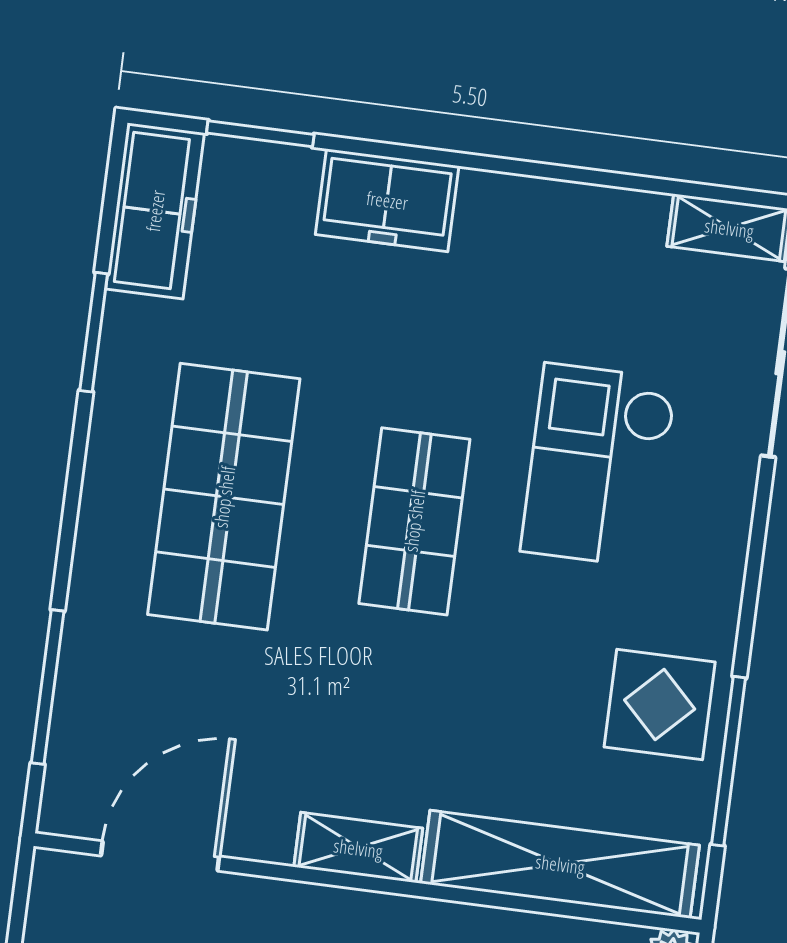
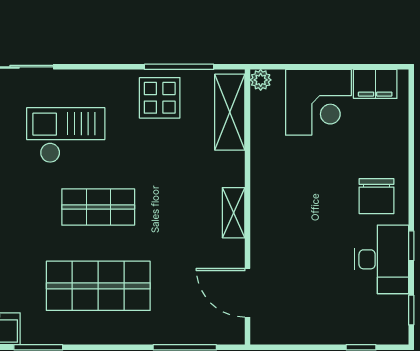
checkout: (599, 465) -> (66, 135), turned 180
shelving: (560, 864) -> (230, 112), width x0.68

